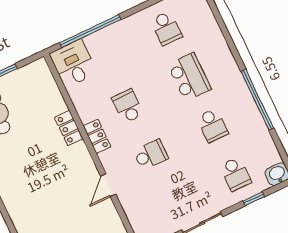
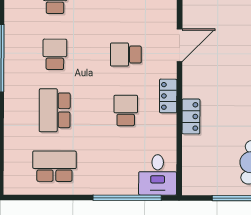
school desk: (166, 28) -> (54, 166), width x1.85
school desk: (128, 106) -> (126, 110), turned 180
door: (108, 185) -> (180, 45), width x1.38

